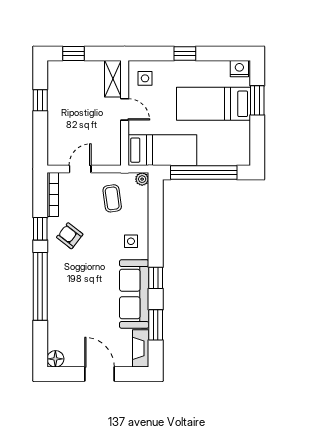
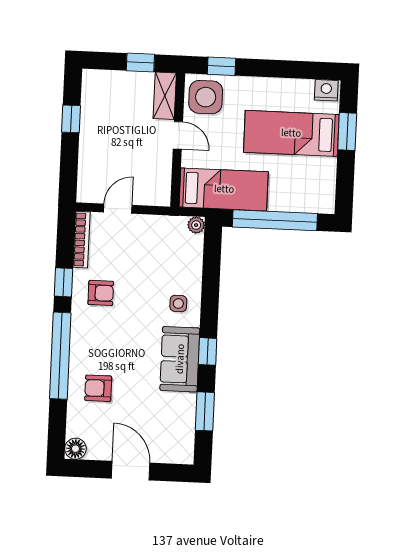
window: (74, 54) -> (140, 63), moved
window: (185, 54) -> (222, 66), moved
side table: (145, 78) -> (206, 97), width x1.87, depth x1.87
coffee table: (112, 198) -> (157, 248), removed
armchair: (70, 236) -> (101, 293), turned 142
sofa: (134, 294) -> (180, 359), width x0.73
armchair: (71, 311) -> (98, 388), added
fireplace: (141, 348) -> (185, 440), removed

